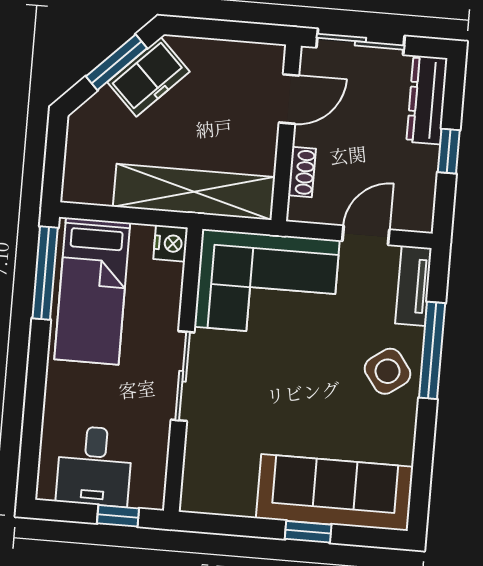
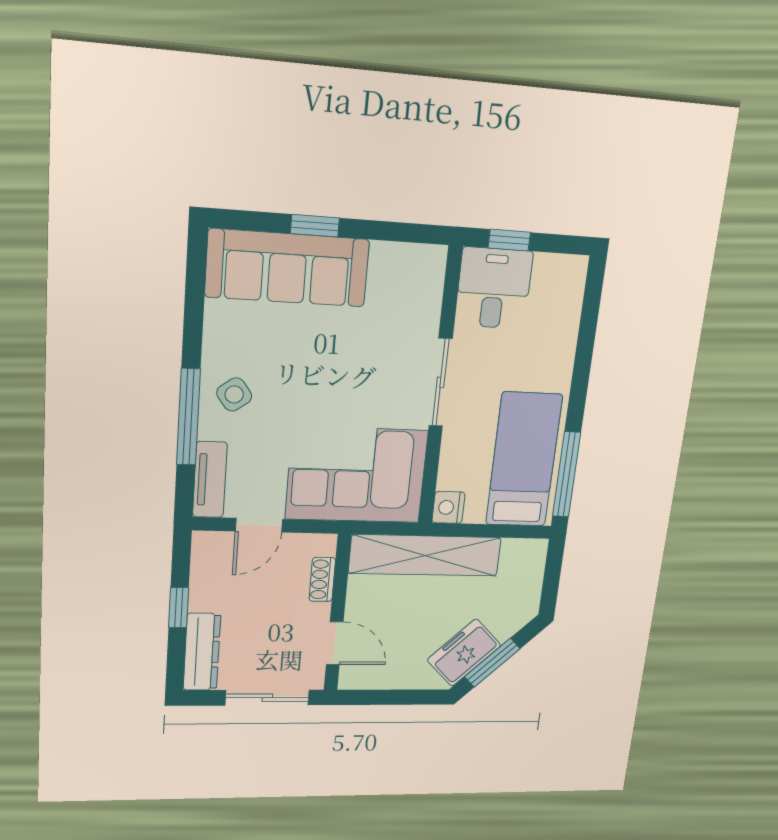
door: (289, 99) -> (335, 643), swing flipped
side table: (388, 371) -> (234, 394), width x0.73, depth x0.73
desk: (94, 466) -> (494, 288), moved

